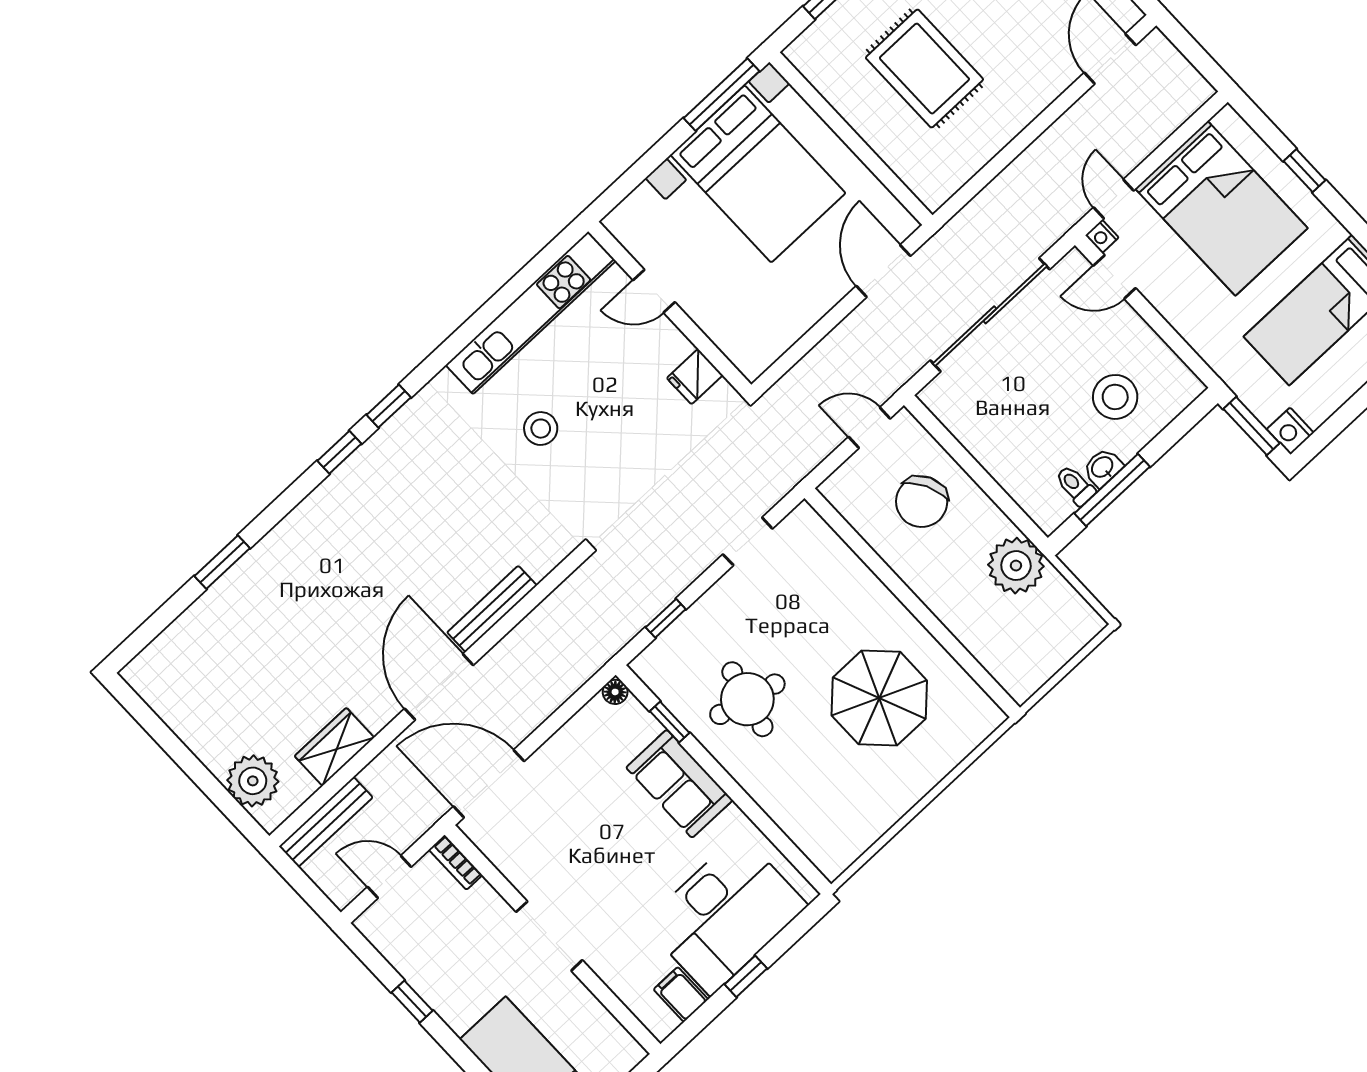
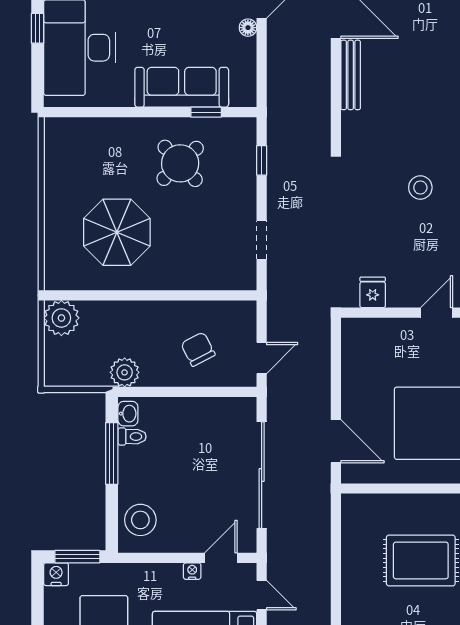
nightstand: (1102, 236) -> (192, 571), moved
stool: (1115, 397) -> (140, 520), moved
washbasin: (1103, 468) -> (128, 414), moved
chair: (922, 502) -> (198, 349), width x0.73, depth x0.73
plant: (1016, 566) -> (125, 372), width x0.73, depth x0.73
plant: (1021, 672) -> (61, 318), added
floor lamp: (615, 692) -> (248, 28), moved
round table: (747, 699) -> (180, 163), turned 33
sofa: (679, 784) -> (182, 87), width x1.36

